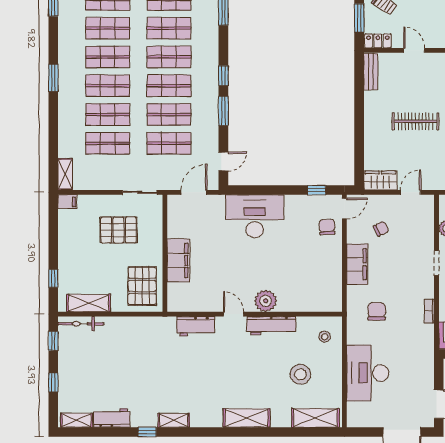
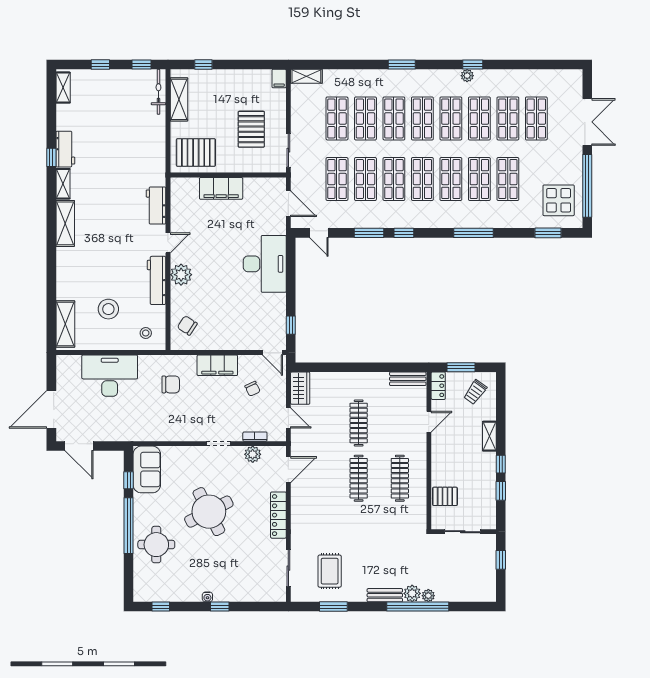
plant: (64, 12) -> (467, 76), added
chair: (327, 227) -> (187, 325), moved, turned -143
bookcase: (429, 311) -> (255, 437), moved
workbench: (112, 418) -> (65, 149), moved
shelving: (246, 418) -> (65, 223), moved

